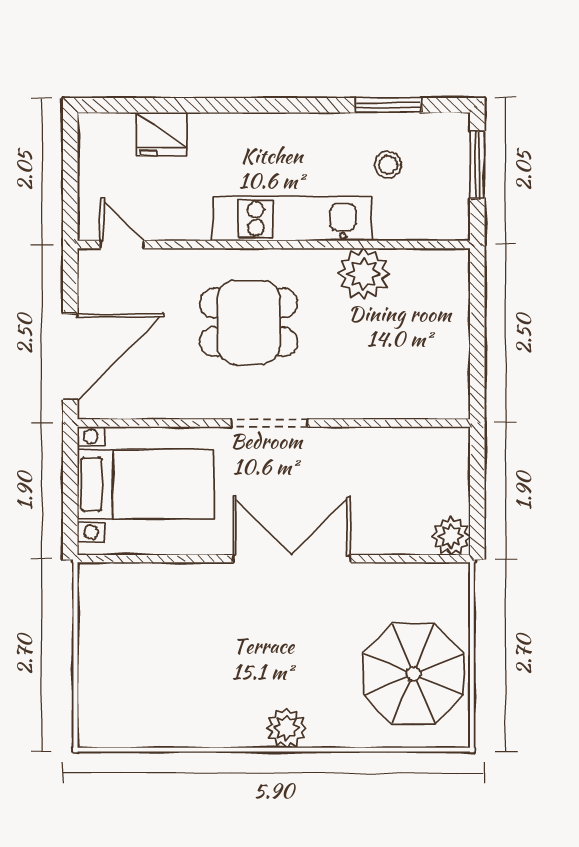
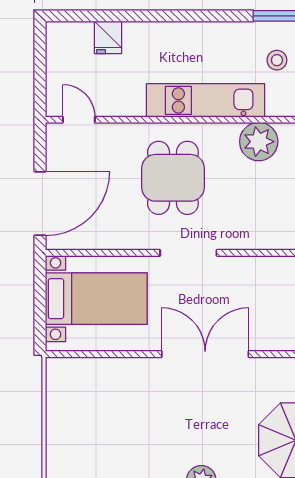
fridge: (162, 134) -> (108, 37), width x0.72
dining table: (249, 322) -> (173, 178), turned 90

